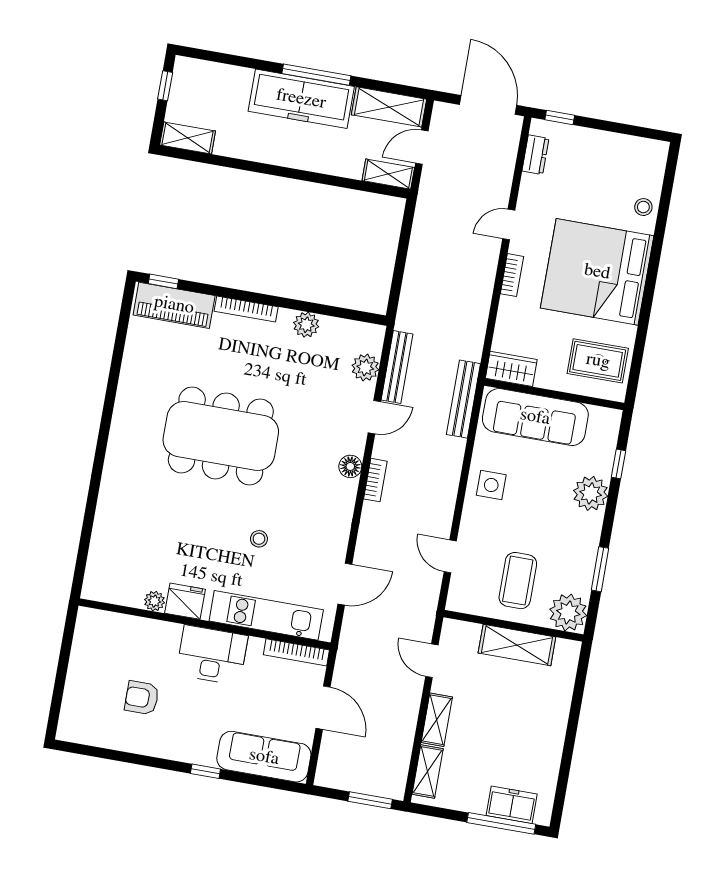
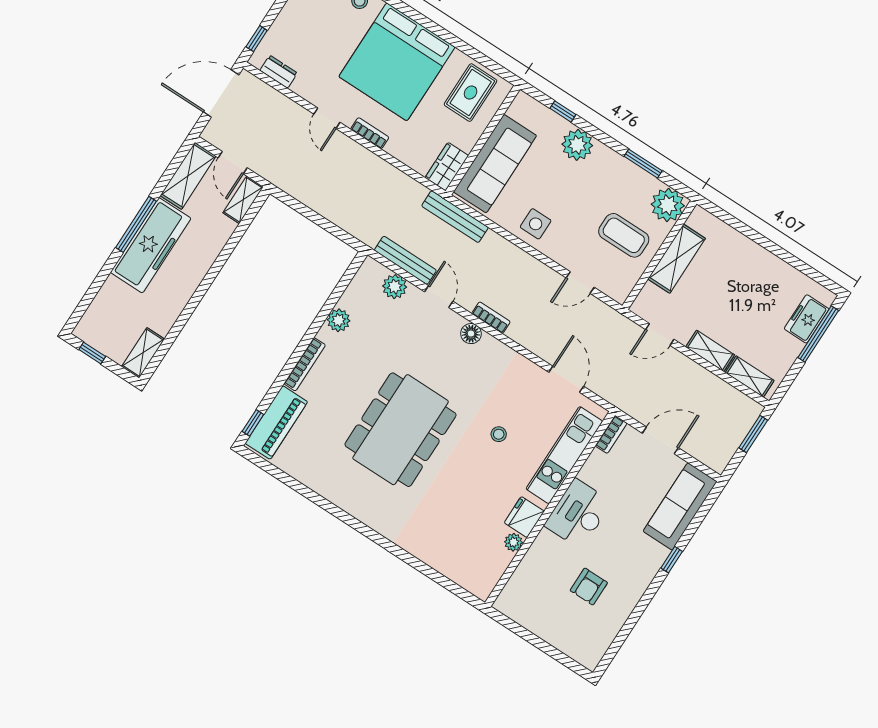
bookcase: (296, 652) -> (611, 434), width x0.64

